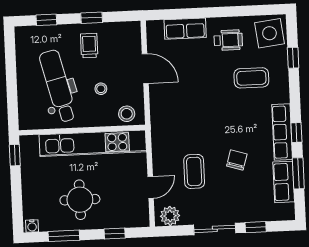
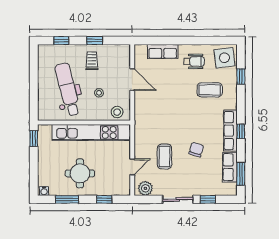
window: (298, 173) -> (241, 174), moved

